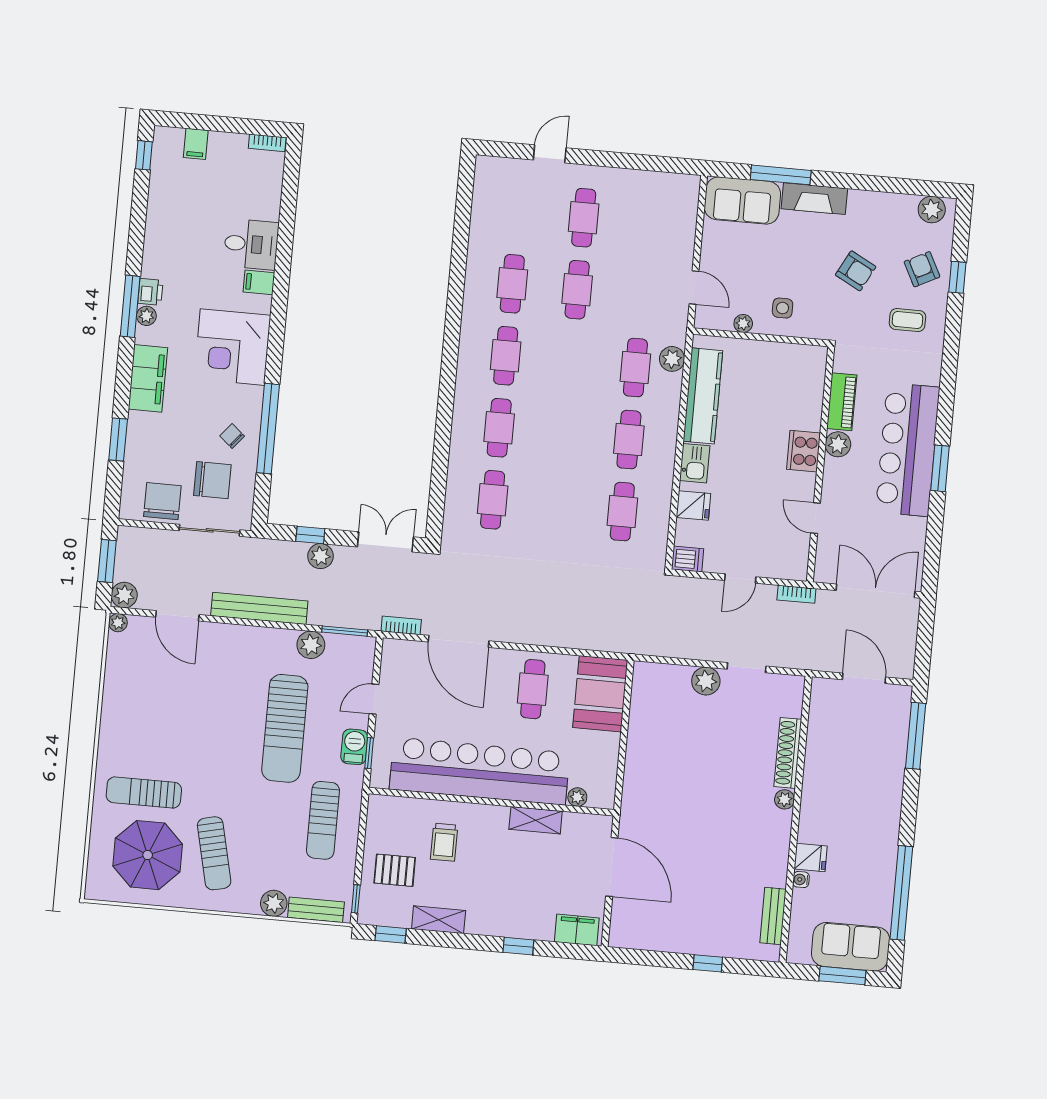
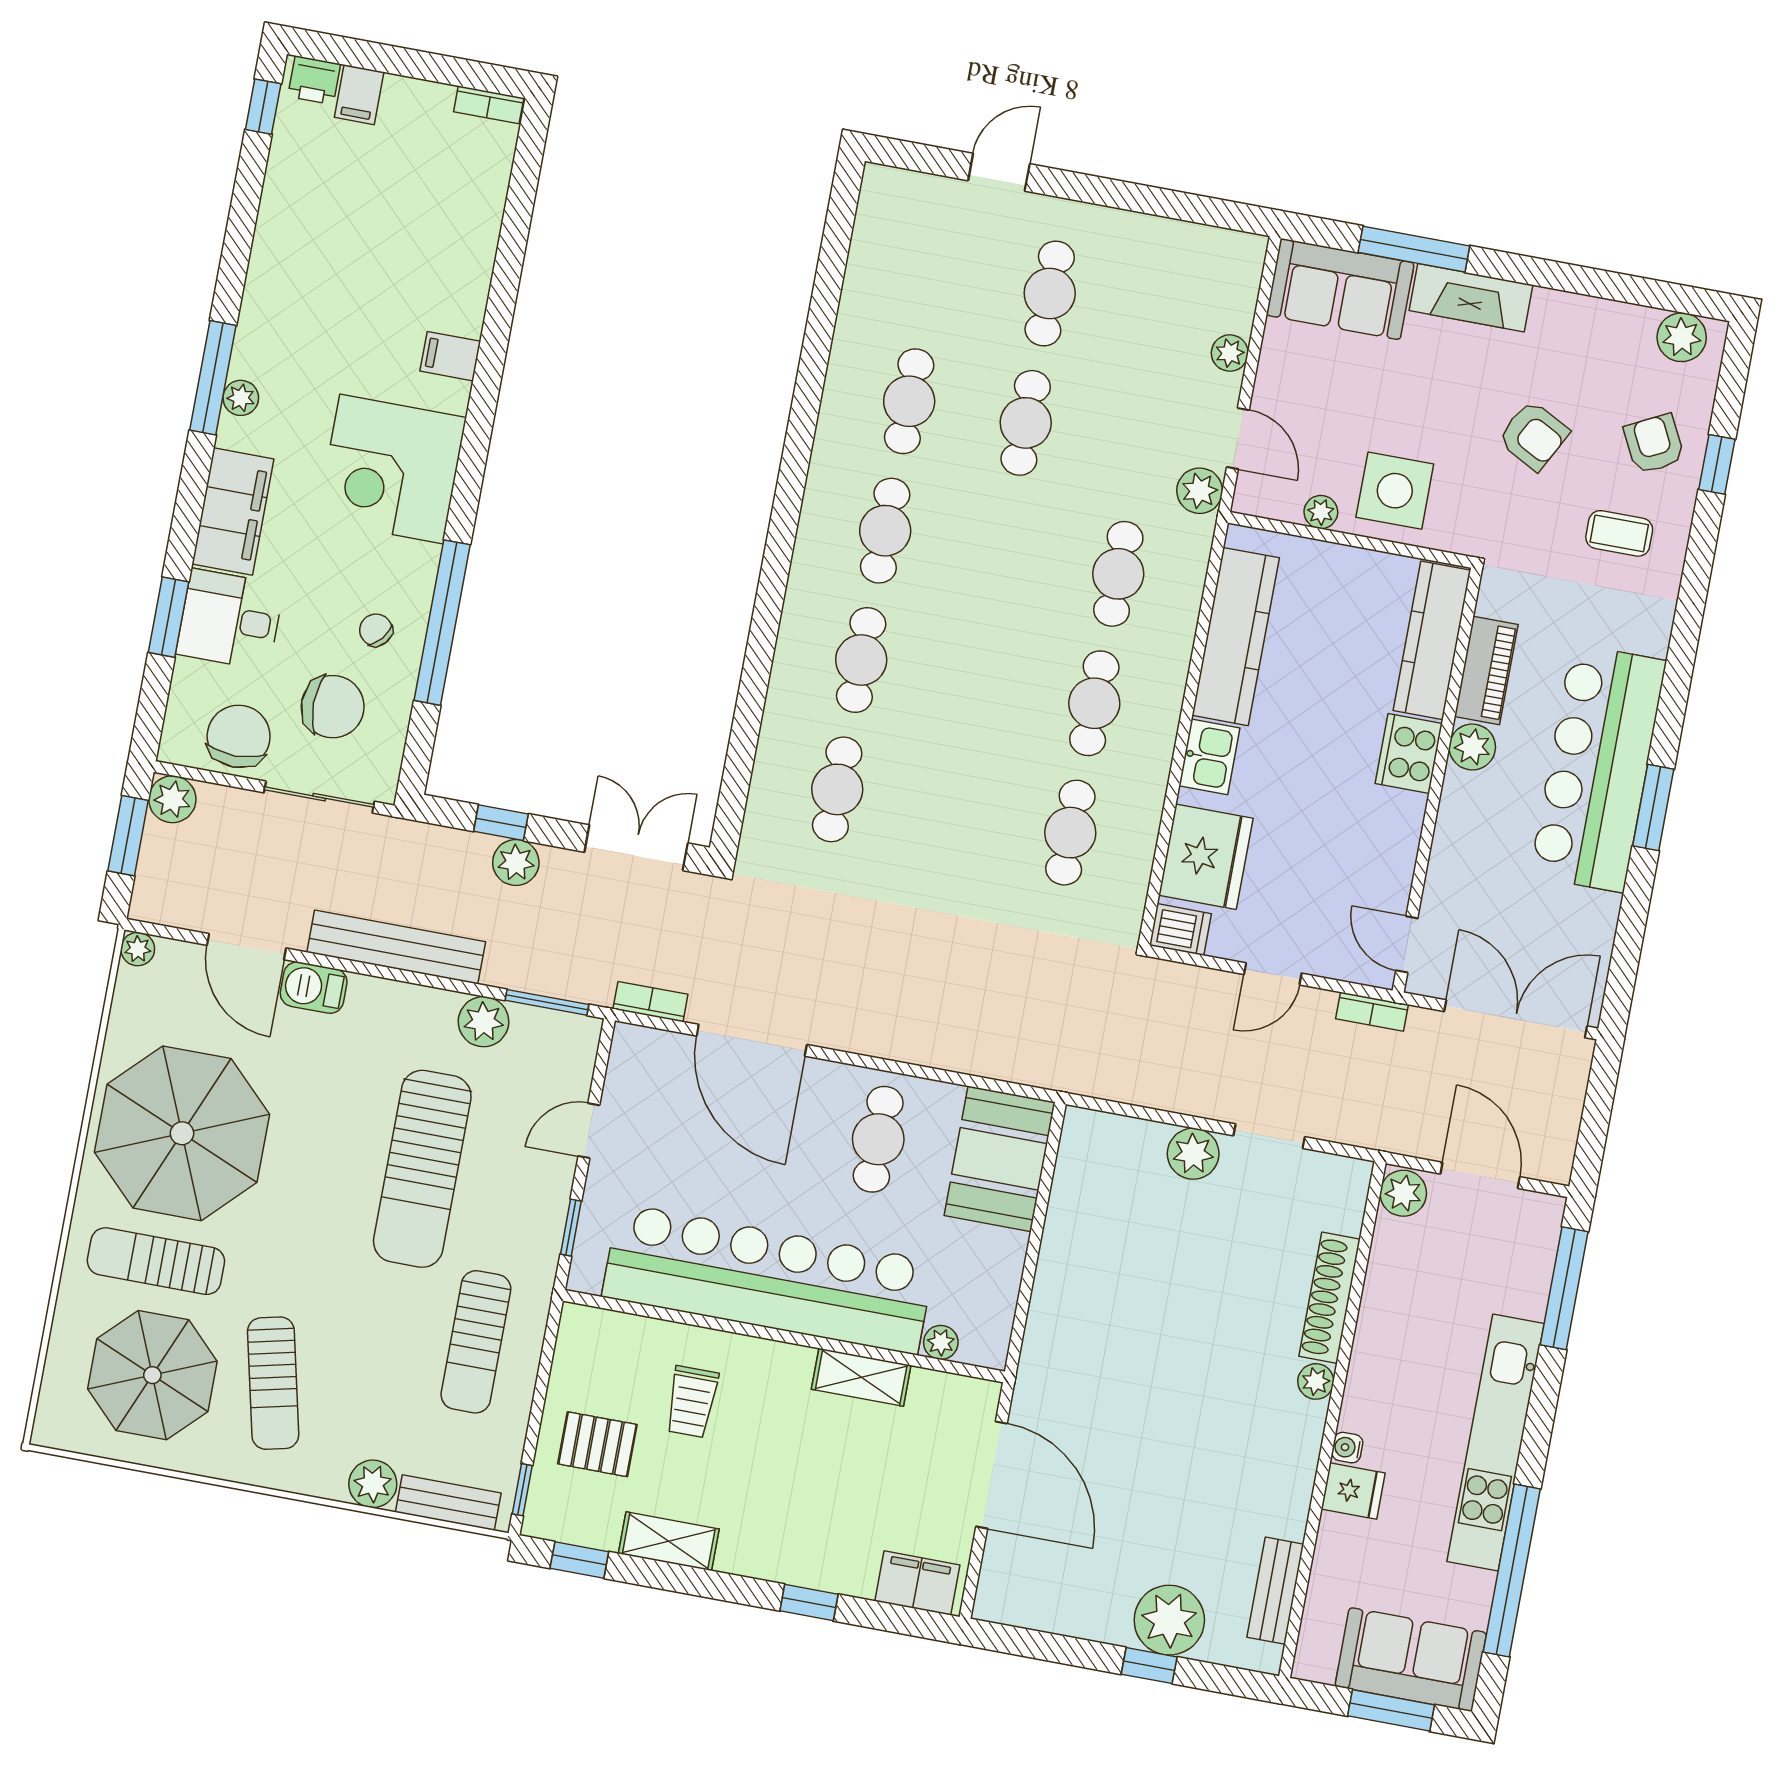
plant: (685, 241) -> (1230, 353), added
desk: (251, 244) -> (230, 620), moved, turned 180
printer: (150, 292) -> (314, 80), moved, turned 90
side table: (783, 308) -> (1395, 491), width x1.87, depth x1.87
plant: (672, 359) -> (1200, 491), moved
kitchen counter: (810, 388) -> (1432, 640), added
fridge: (693, 505) -> (1206, 857), width x1.88, depth x1.34
door: (816, 518) -> (1407, 944), moved
plant: (124, 595) -> (172, 799), moved
plant: (823, 692) -> (1403, 1193), added
parasol: (152, 721) -> (182, 1133), added
barbecue: (354, 747) -> (314, 988), moved, turned -90
kitchen unit: (886, 824) -> (1495, 1443), added
water cooler: (801, 880) -> (1347, 1448), moved
plant: (716, 937) -> (1169, 1620), added

